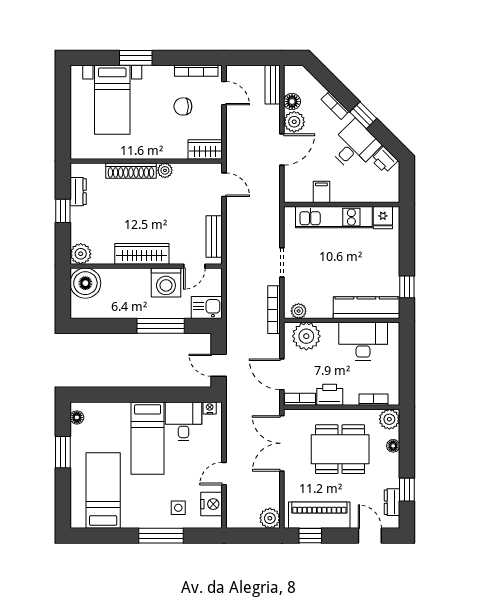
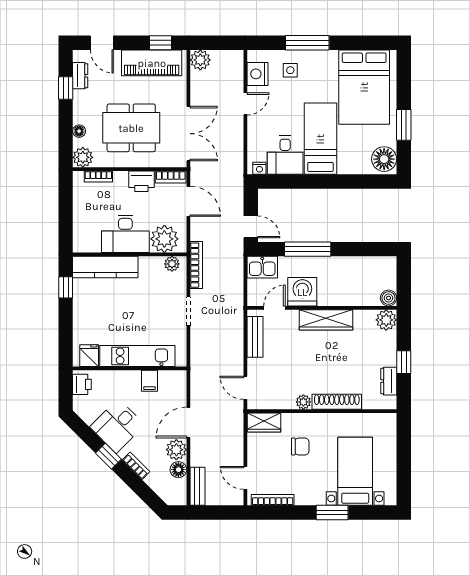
chair: (183, 106) -> (300, 447), moved
printer: (384, 160) -> (82, 384), moved, turned 45
boiler: (85, 283) -> (389, 298), width x0.54, depth x0.54
desk: (363, 341) -> (125, 234), moved
door: (219, 365) -> (251, 227), moved
floor lamp: (77, 417) -> (384, 159), width x1.89, depth x1.89
bed: (103, 491) -> (364, 87), width x1.50

